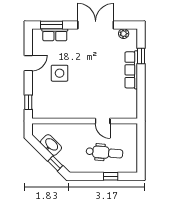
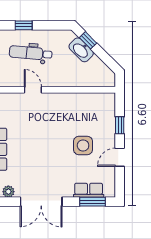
window: (28, 102) -> (120, 125), moved
washbasin: (51, 145) -> (81, 50), moved

